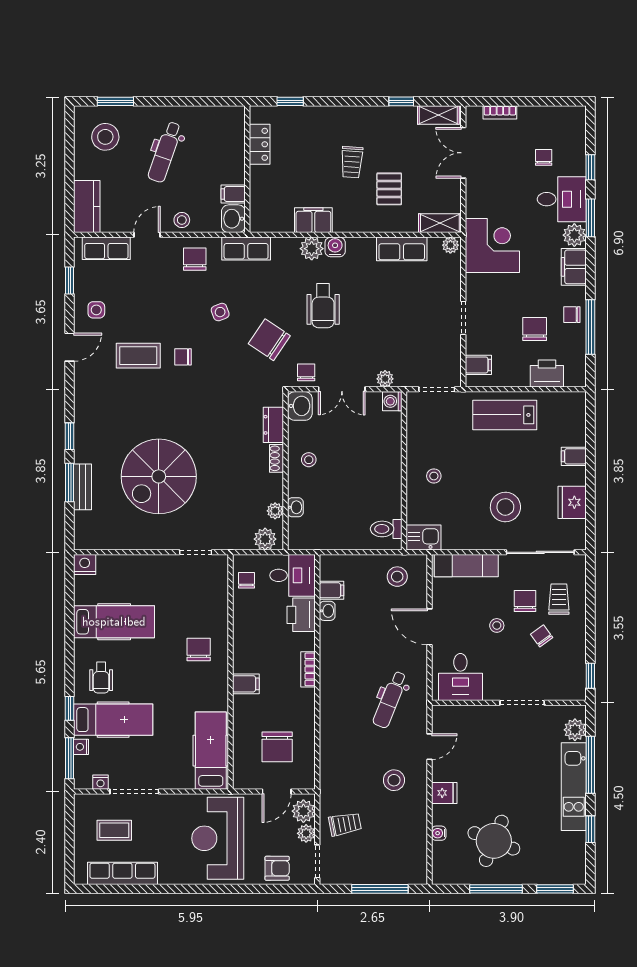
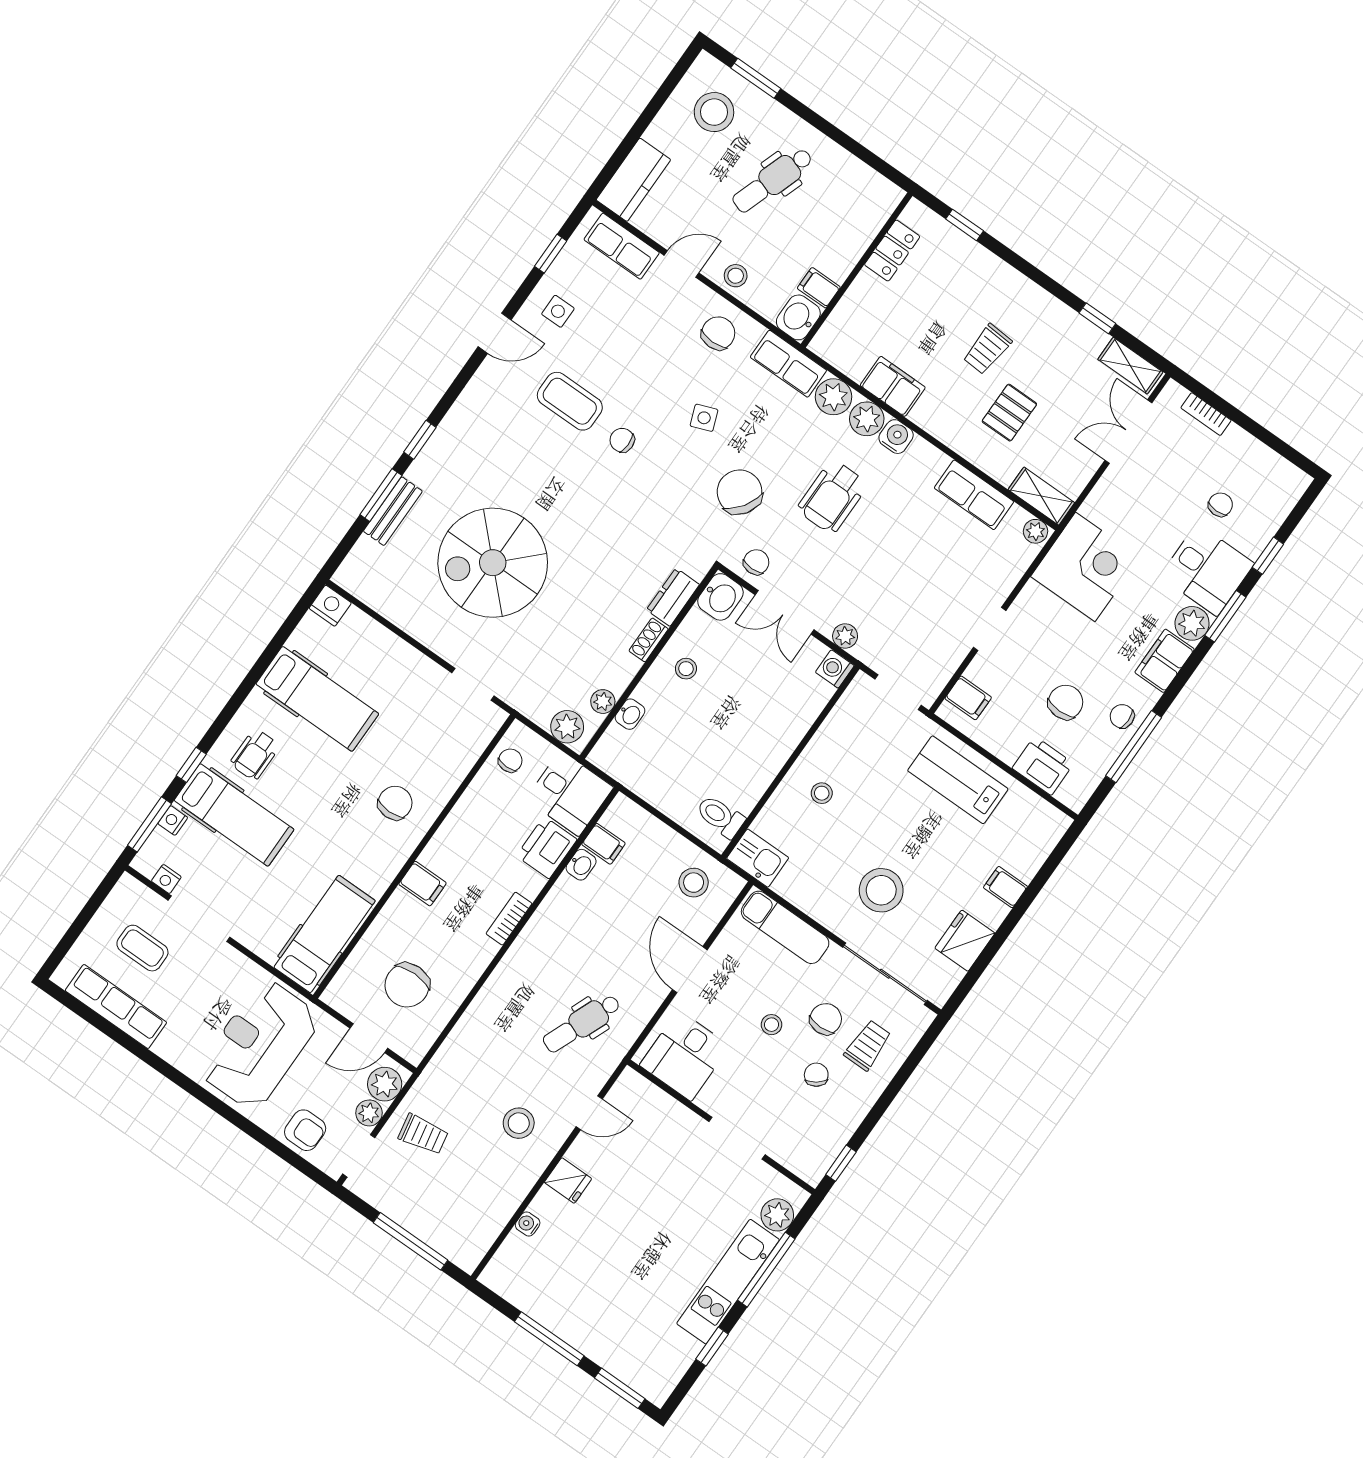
plant: (284, 249) -> (834, 397), added
round table: (494, 841) -> (587, 1279), removed

